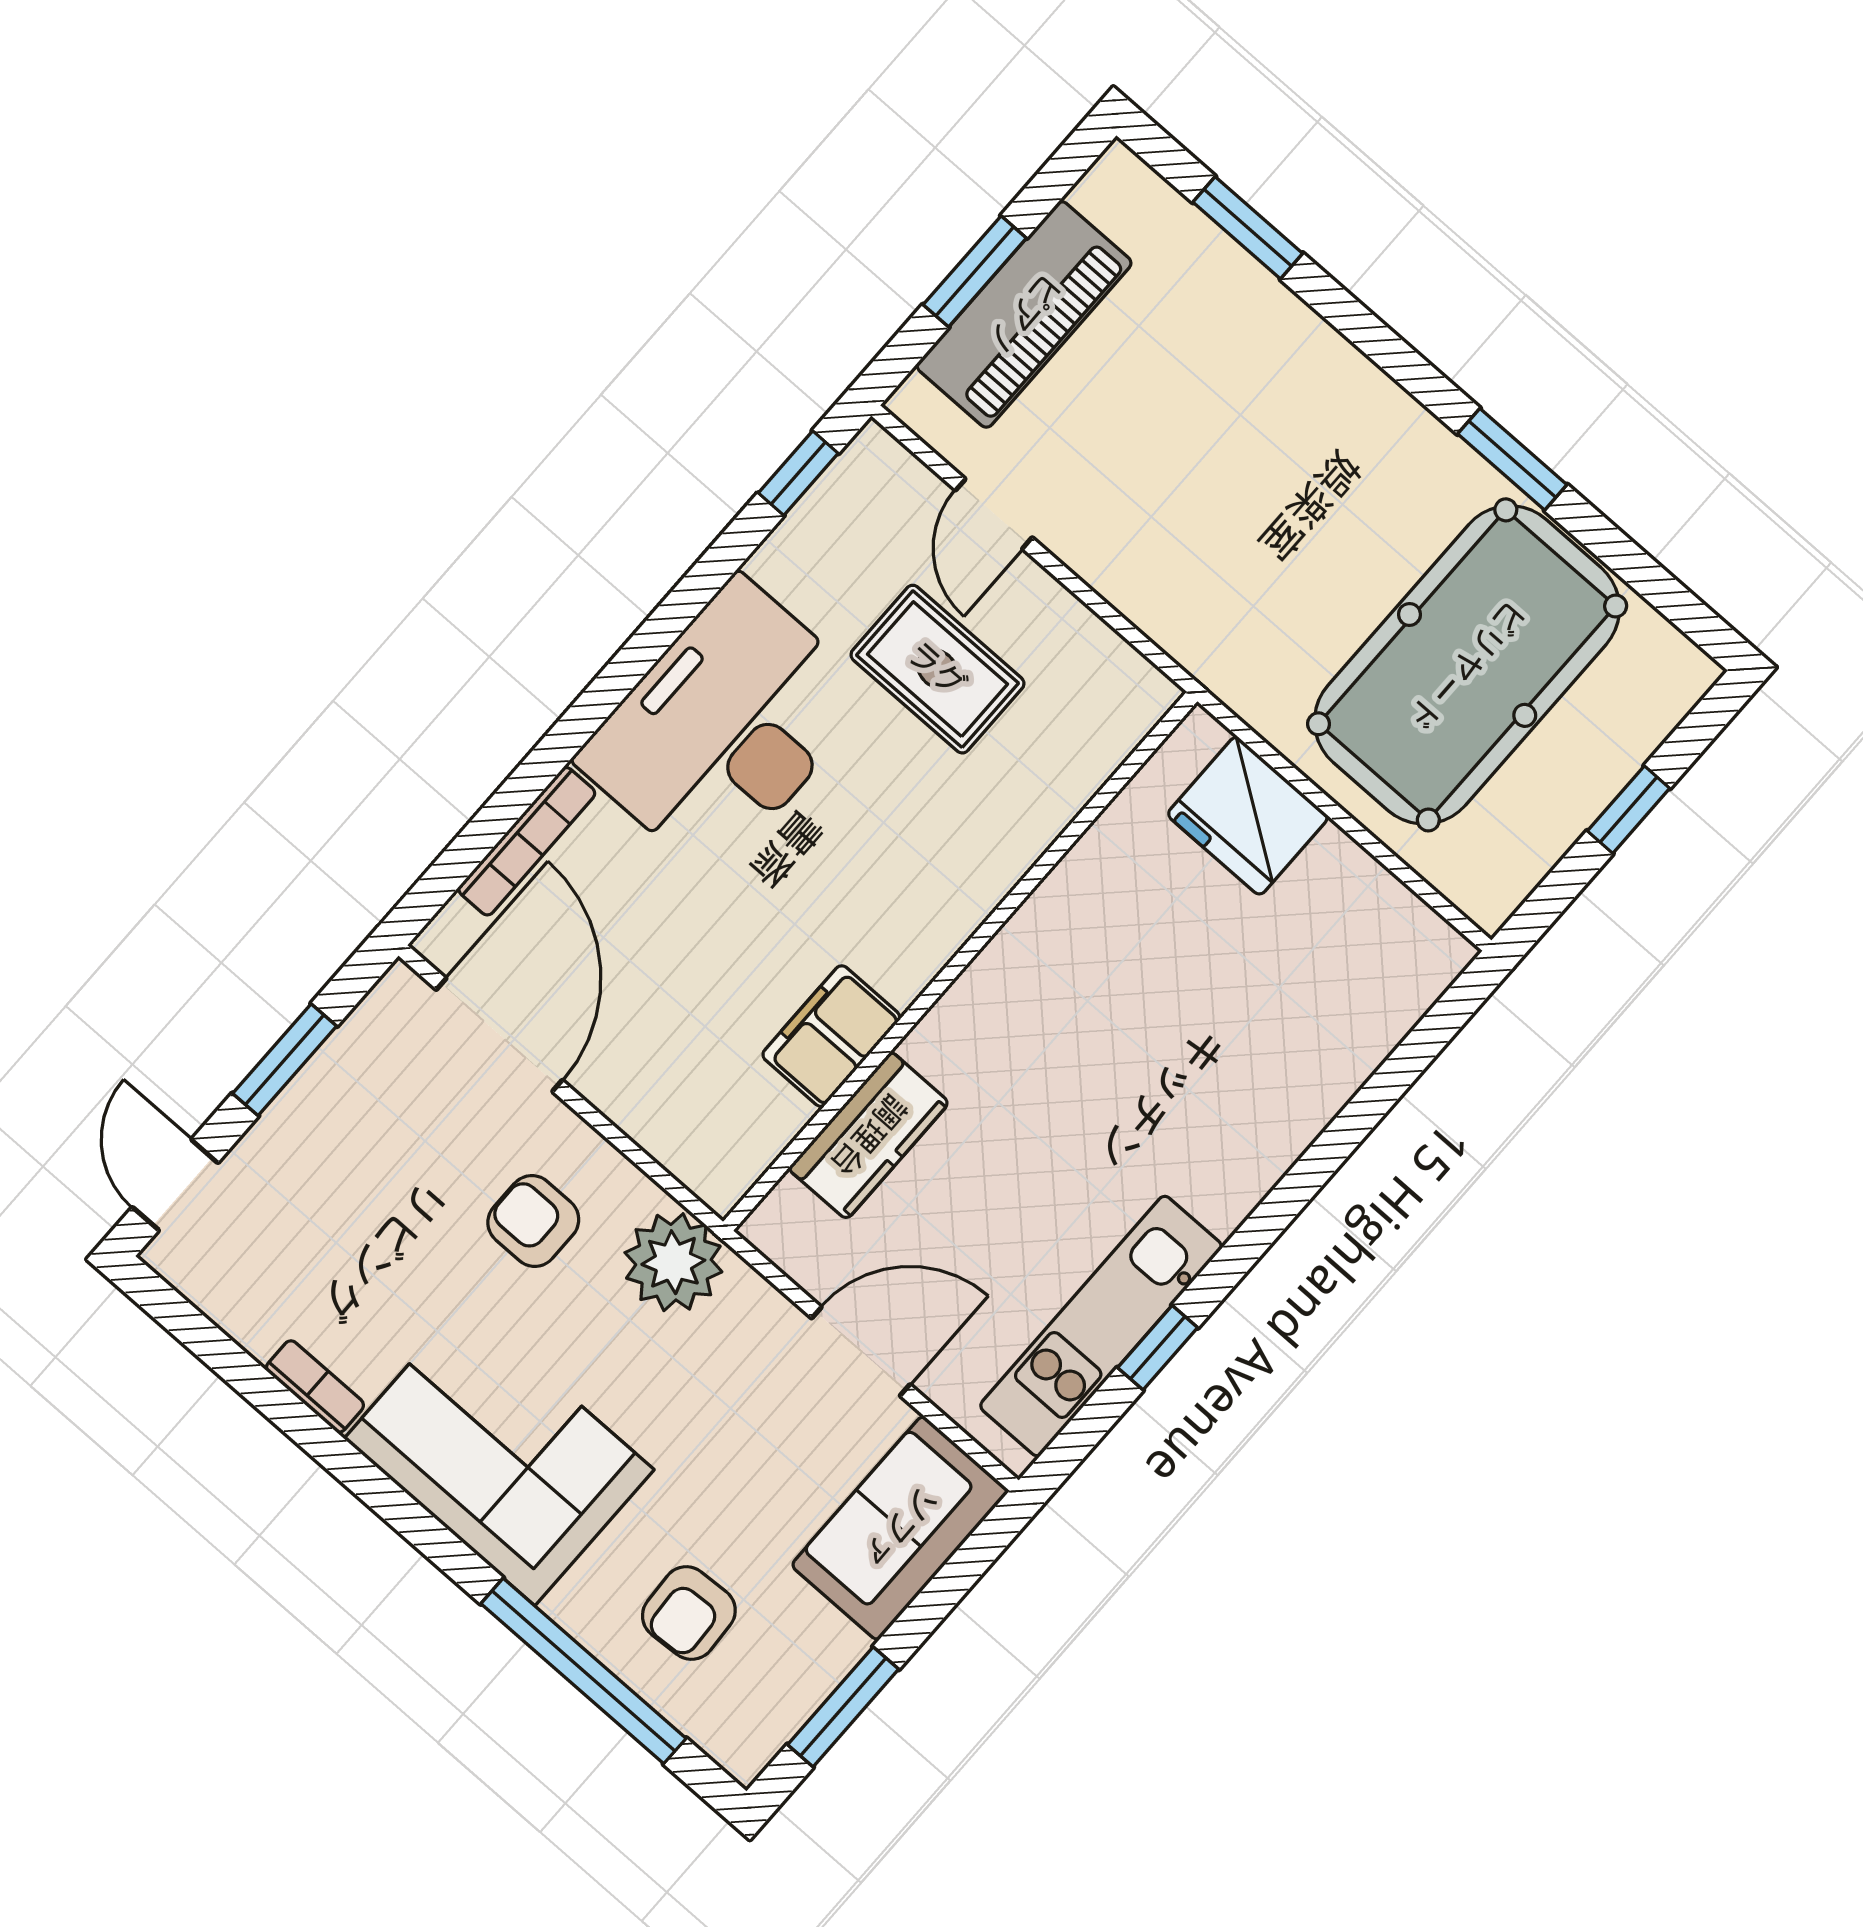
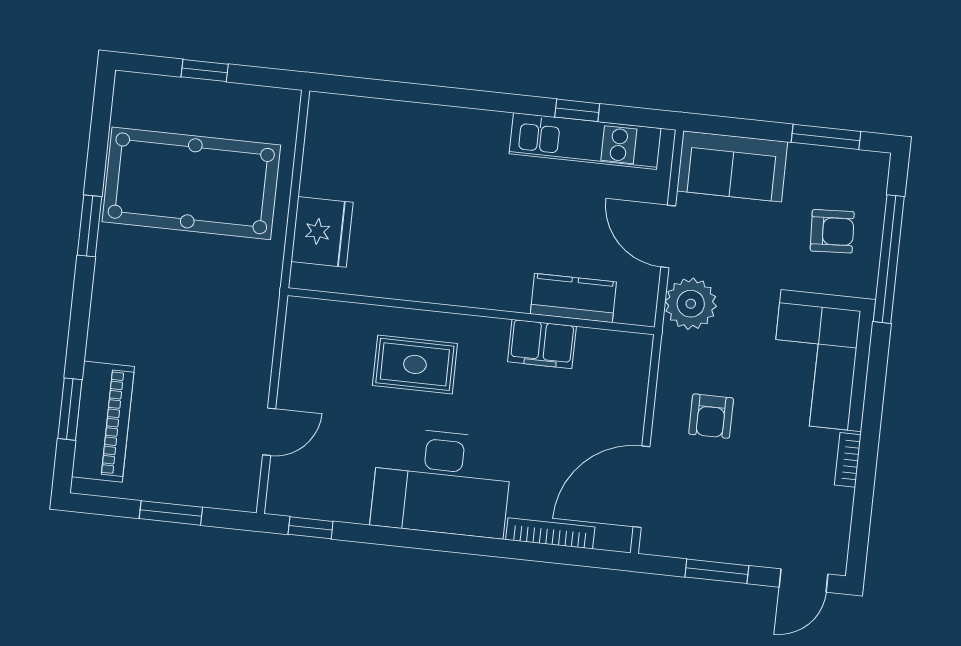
piano: (1024, 314) -> (103, 422), moved, turned 90
rug: (937, 669) -> (415, 364), moved, turned 90
plant: (673, 1262) -> (691, 304), moved

